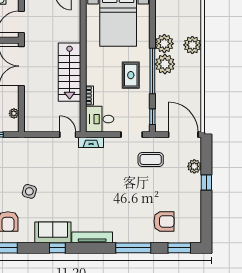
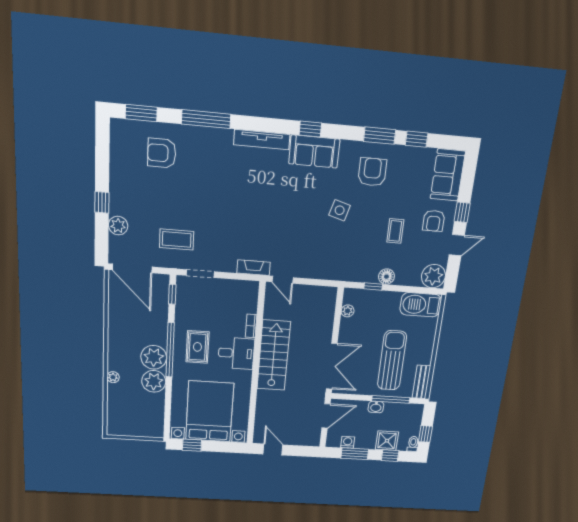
plant: (192, 45) -> (113, 377), width x0.53, depth x0.53
desk: (100, 119) -> (236, 353), moved

